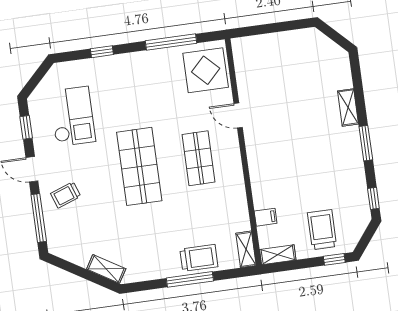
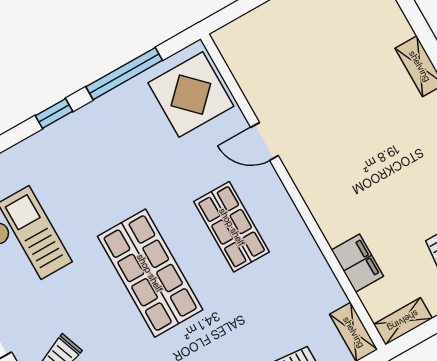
window: (102, 52) -> (54, 113), moved
filing cabinet: (266, 217) -> (357, 263), width x2.00

